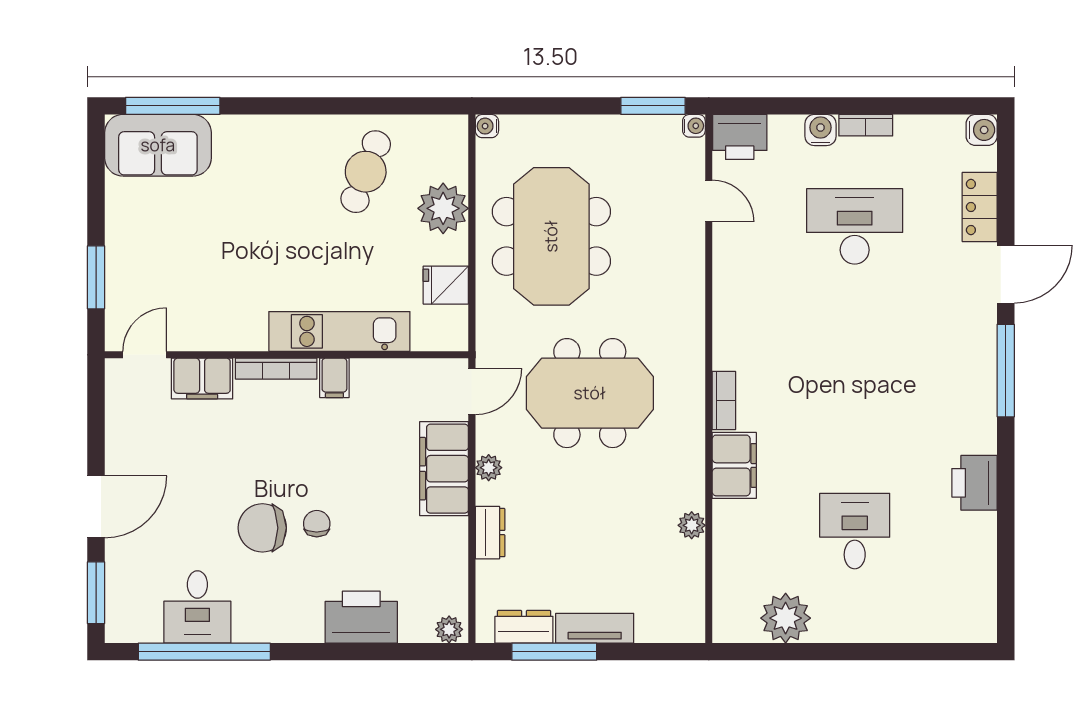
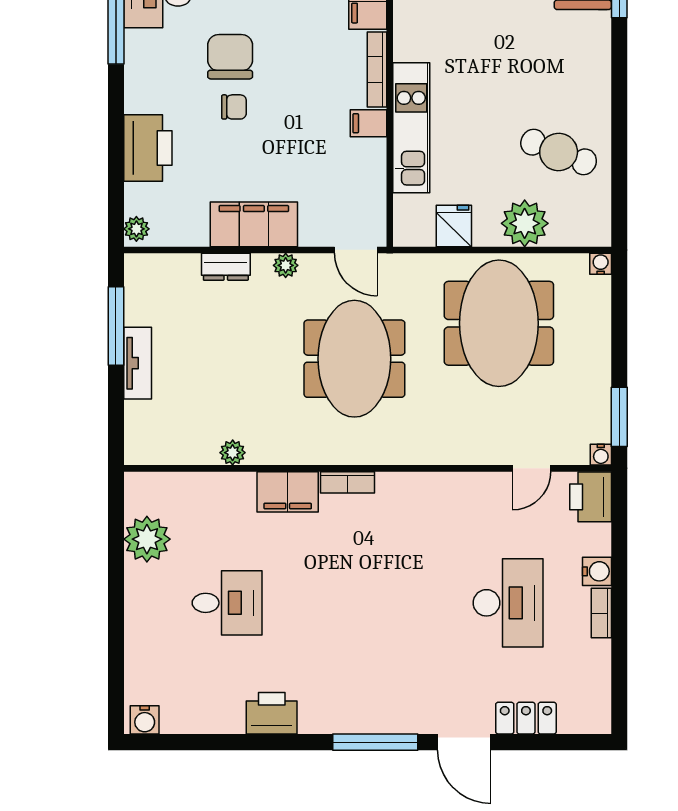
water cooler: (982, 130) -> (145, 720), moved
meeting table: (551, 236) -> (499, 323), turned 90
filing cabinet: (444, 469) -> (254, 224), moved
dresser: (524, 627) -> (139, 298), removed

